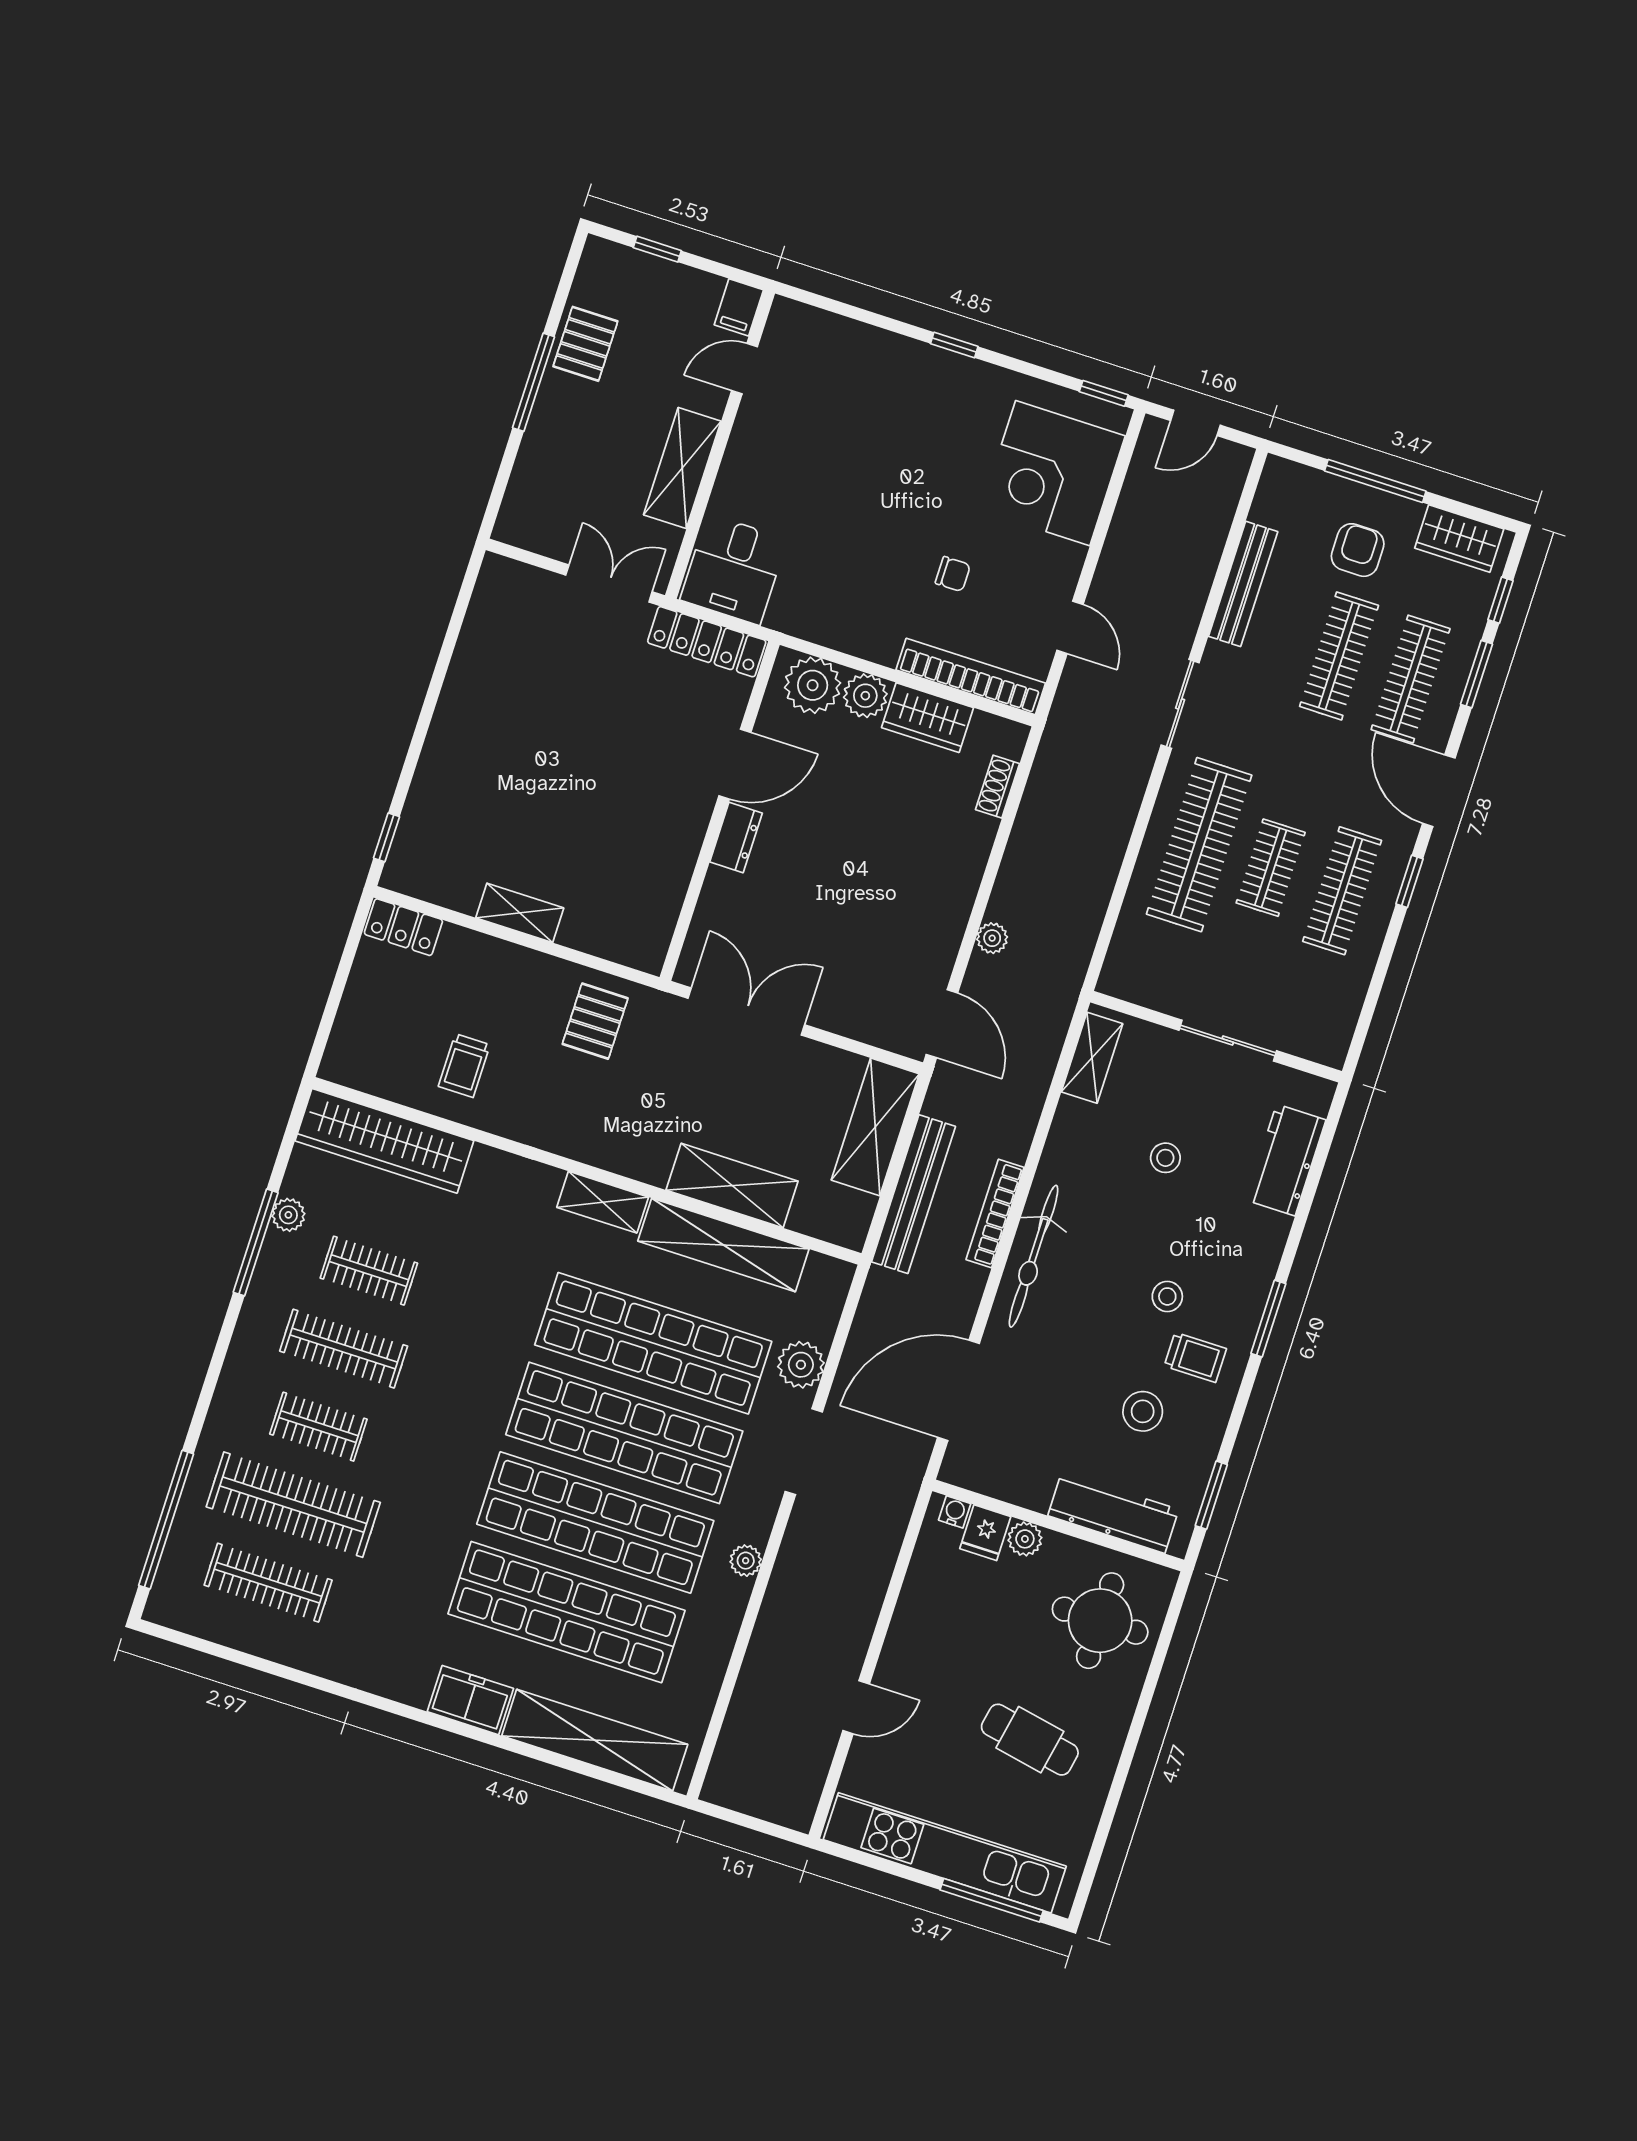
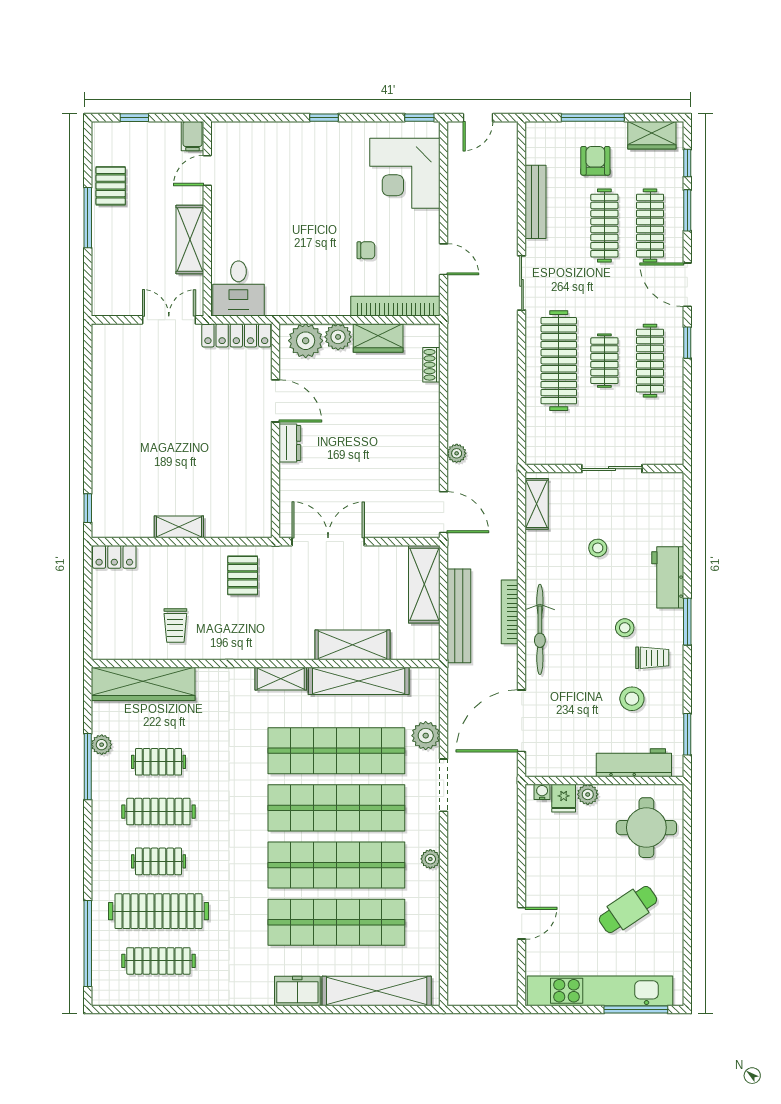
door: (735, 764) -> (275, 401), hinge flipped
workbench: (1286, 1160) -> (668, 577), moved
cafe table: (1030, 1740) -> (628, 909), turned -45

